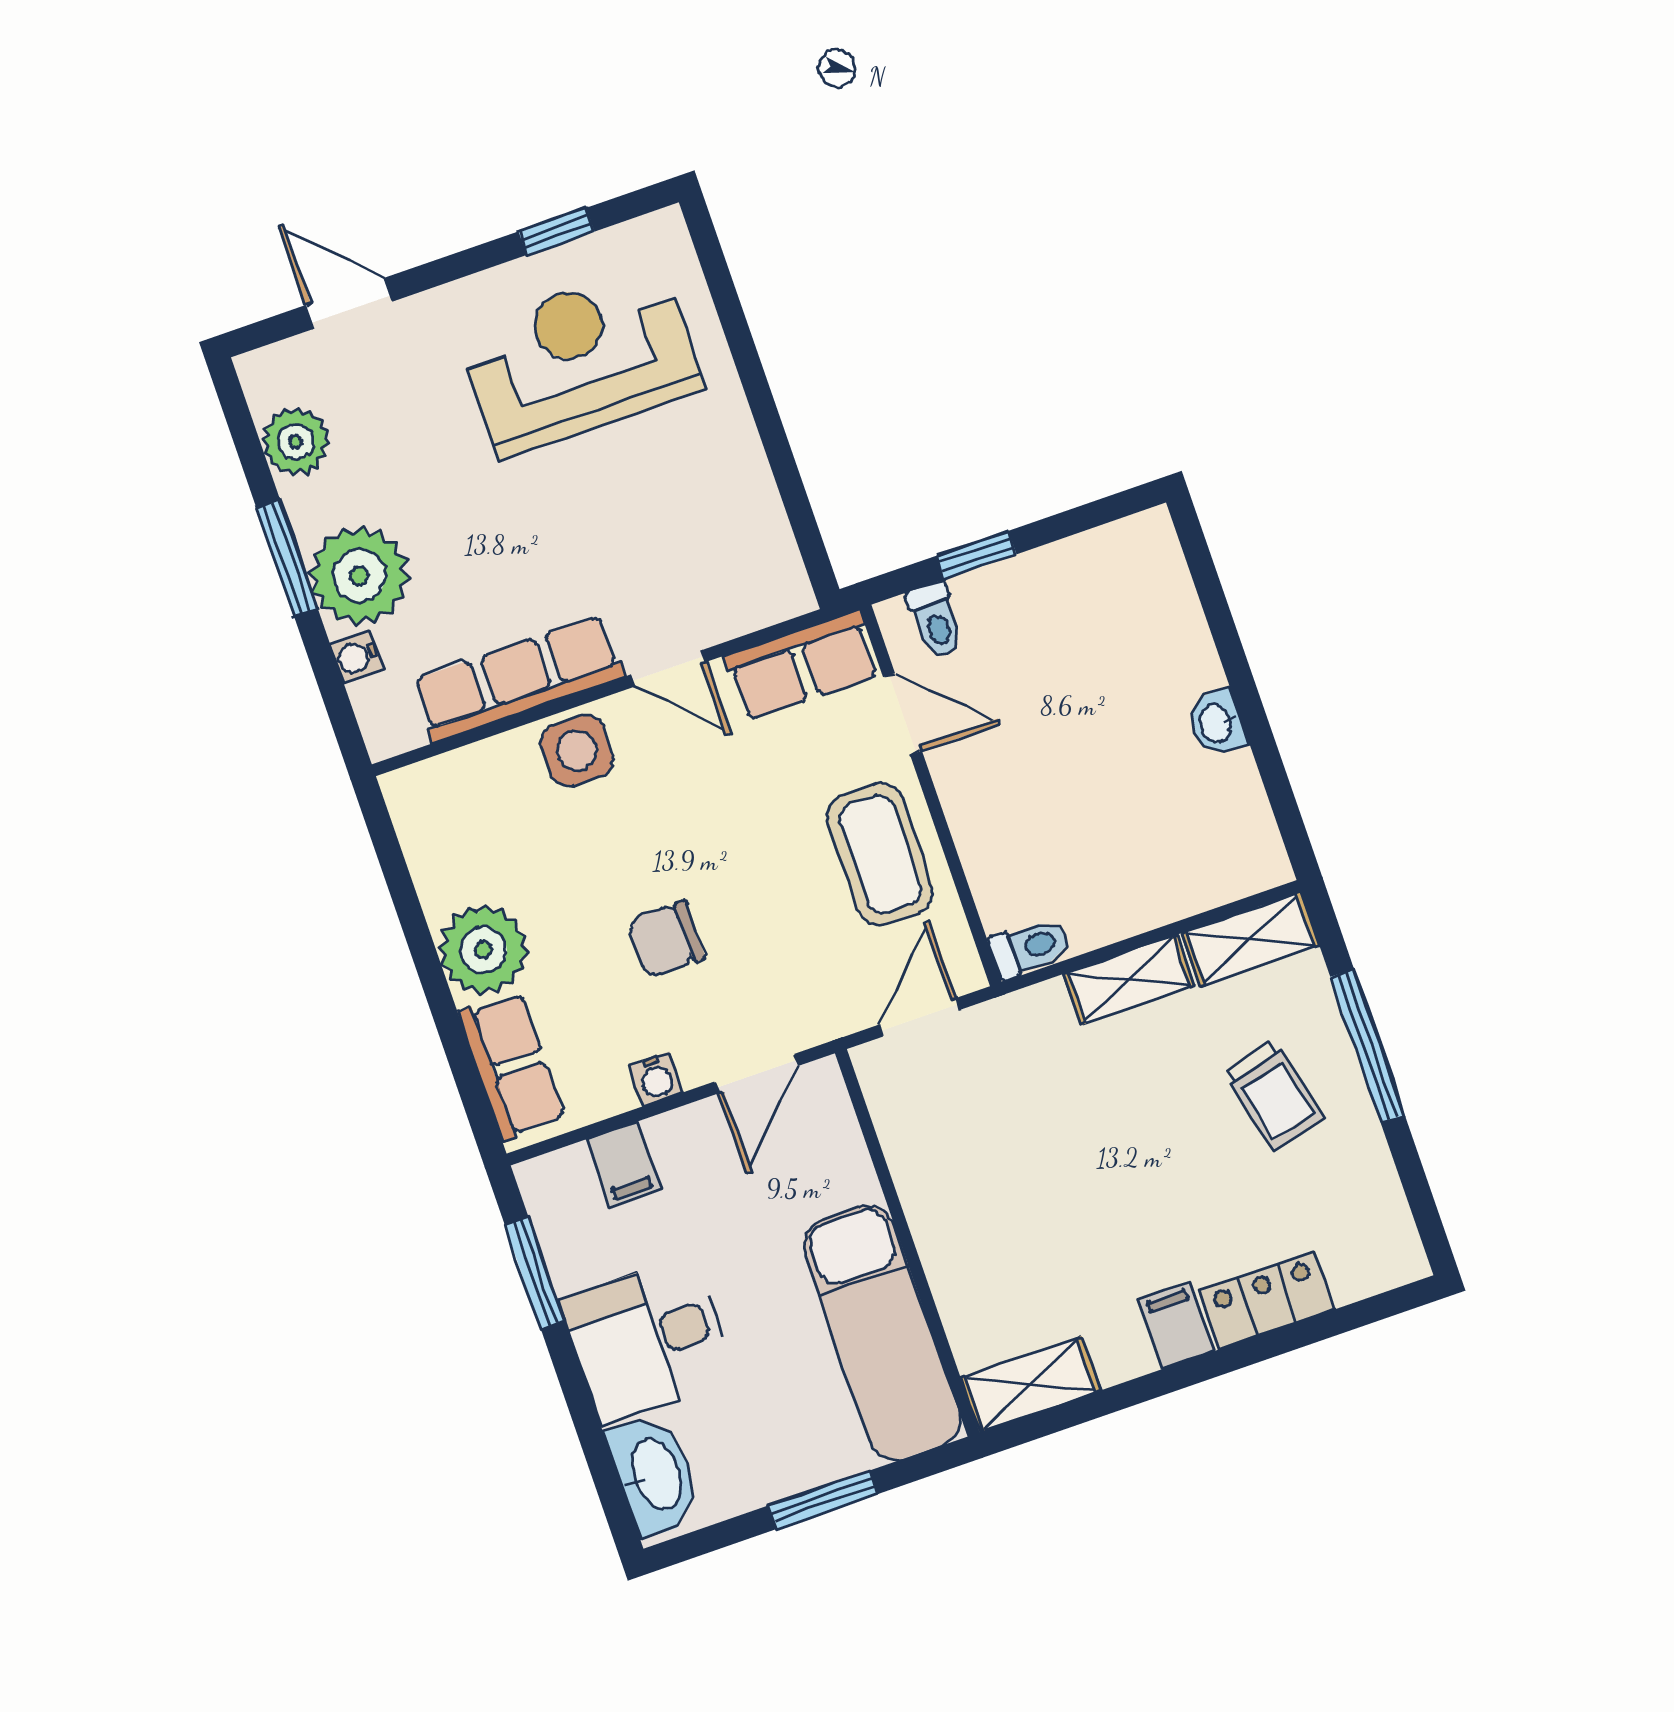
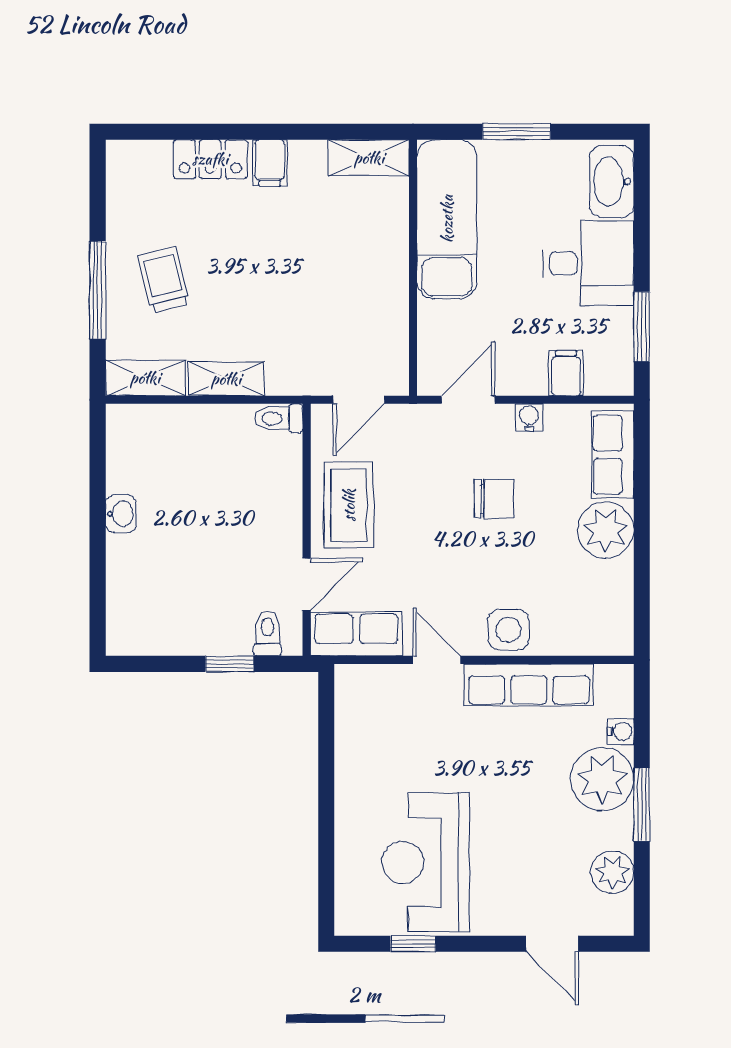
reception desk: (580, 360) -> (426, 862), turned 90
door: (902, 714) -> (307, 584), swing flipped

